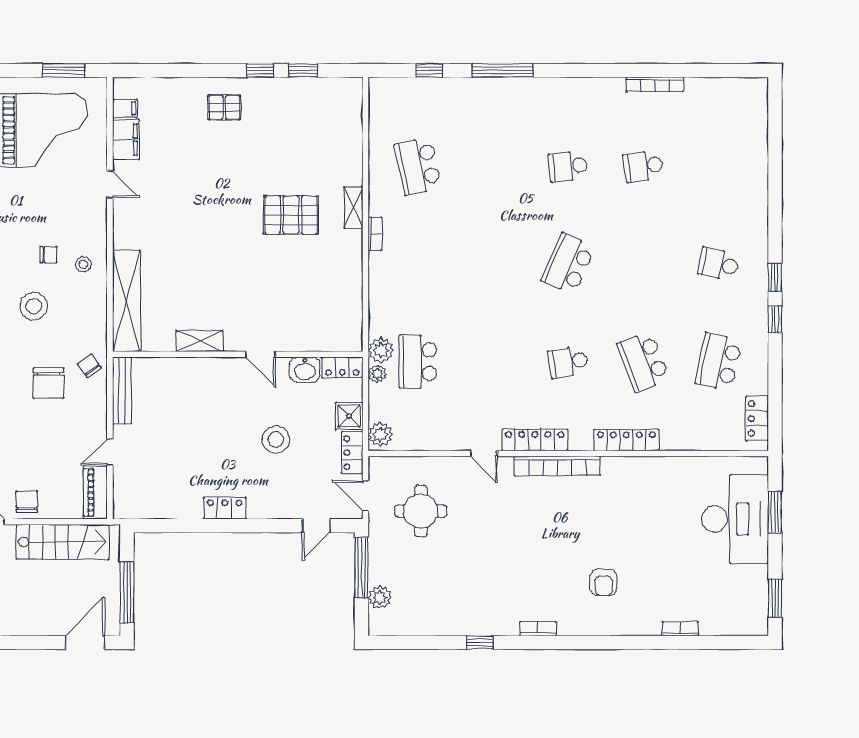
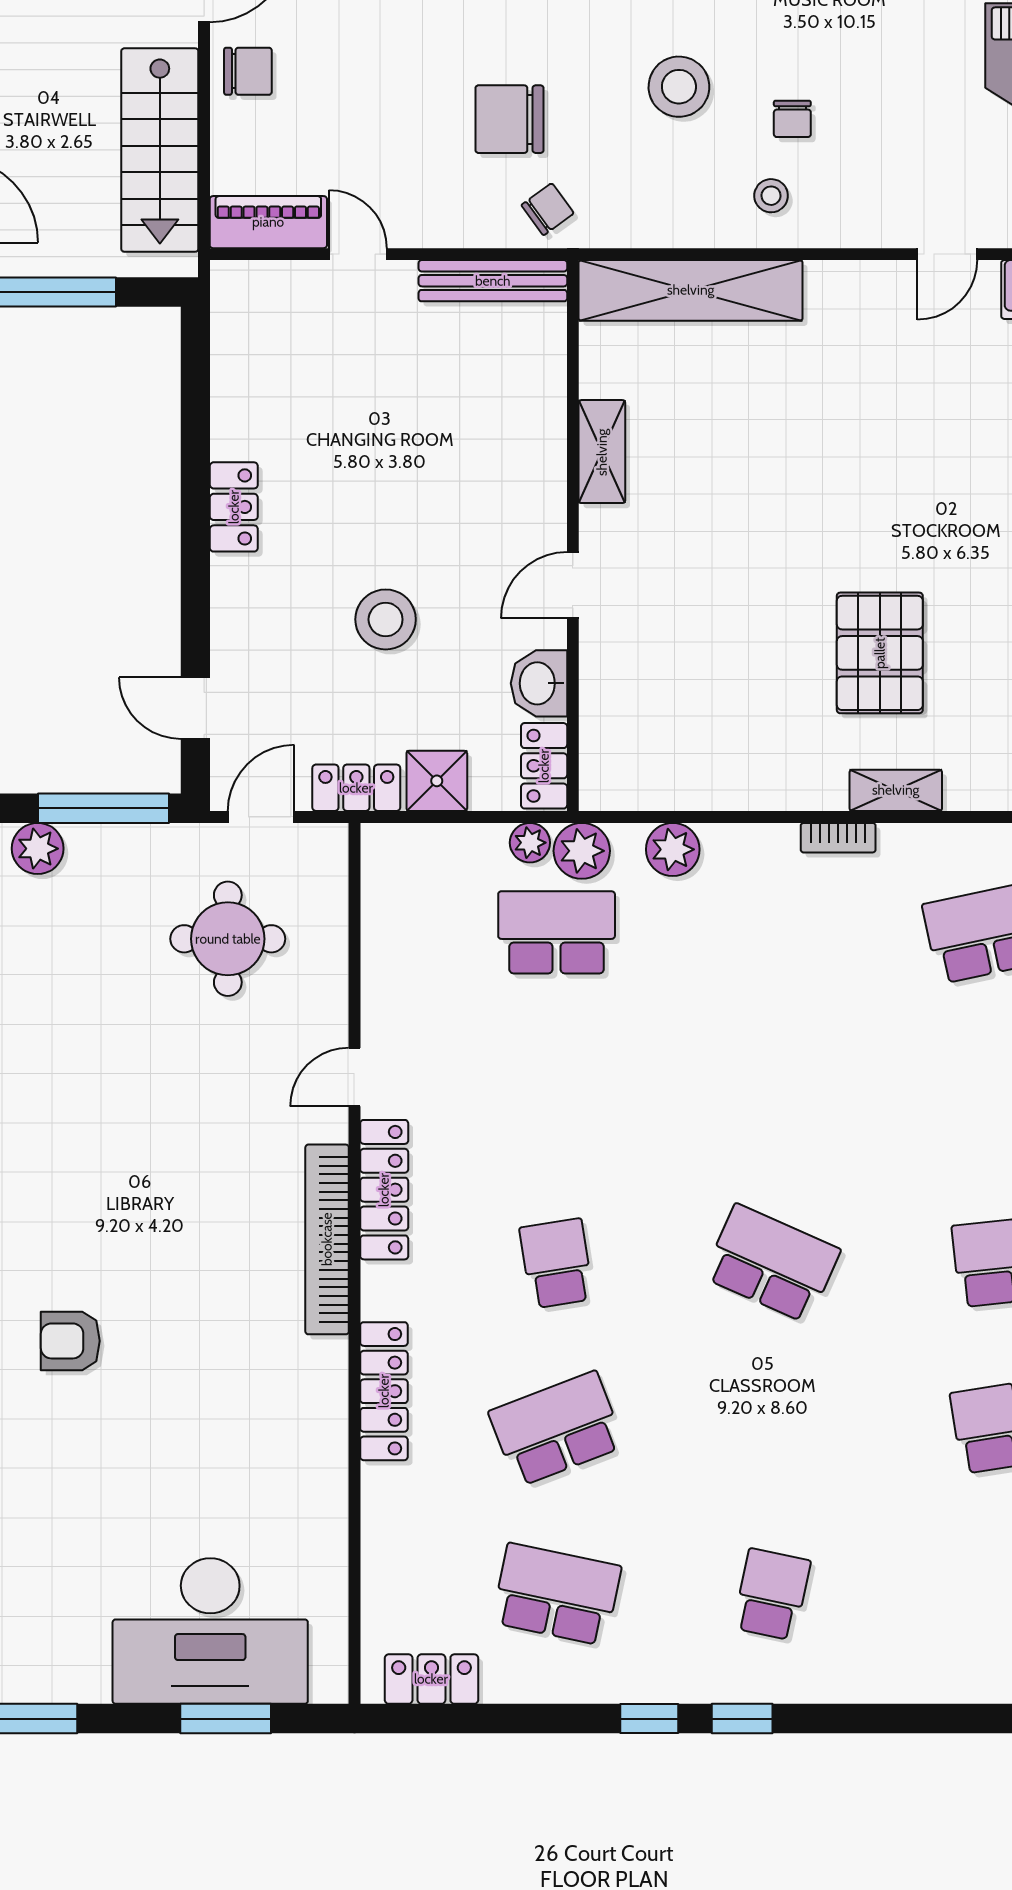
plant: (380, 434) -> (673, 849), moved

